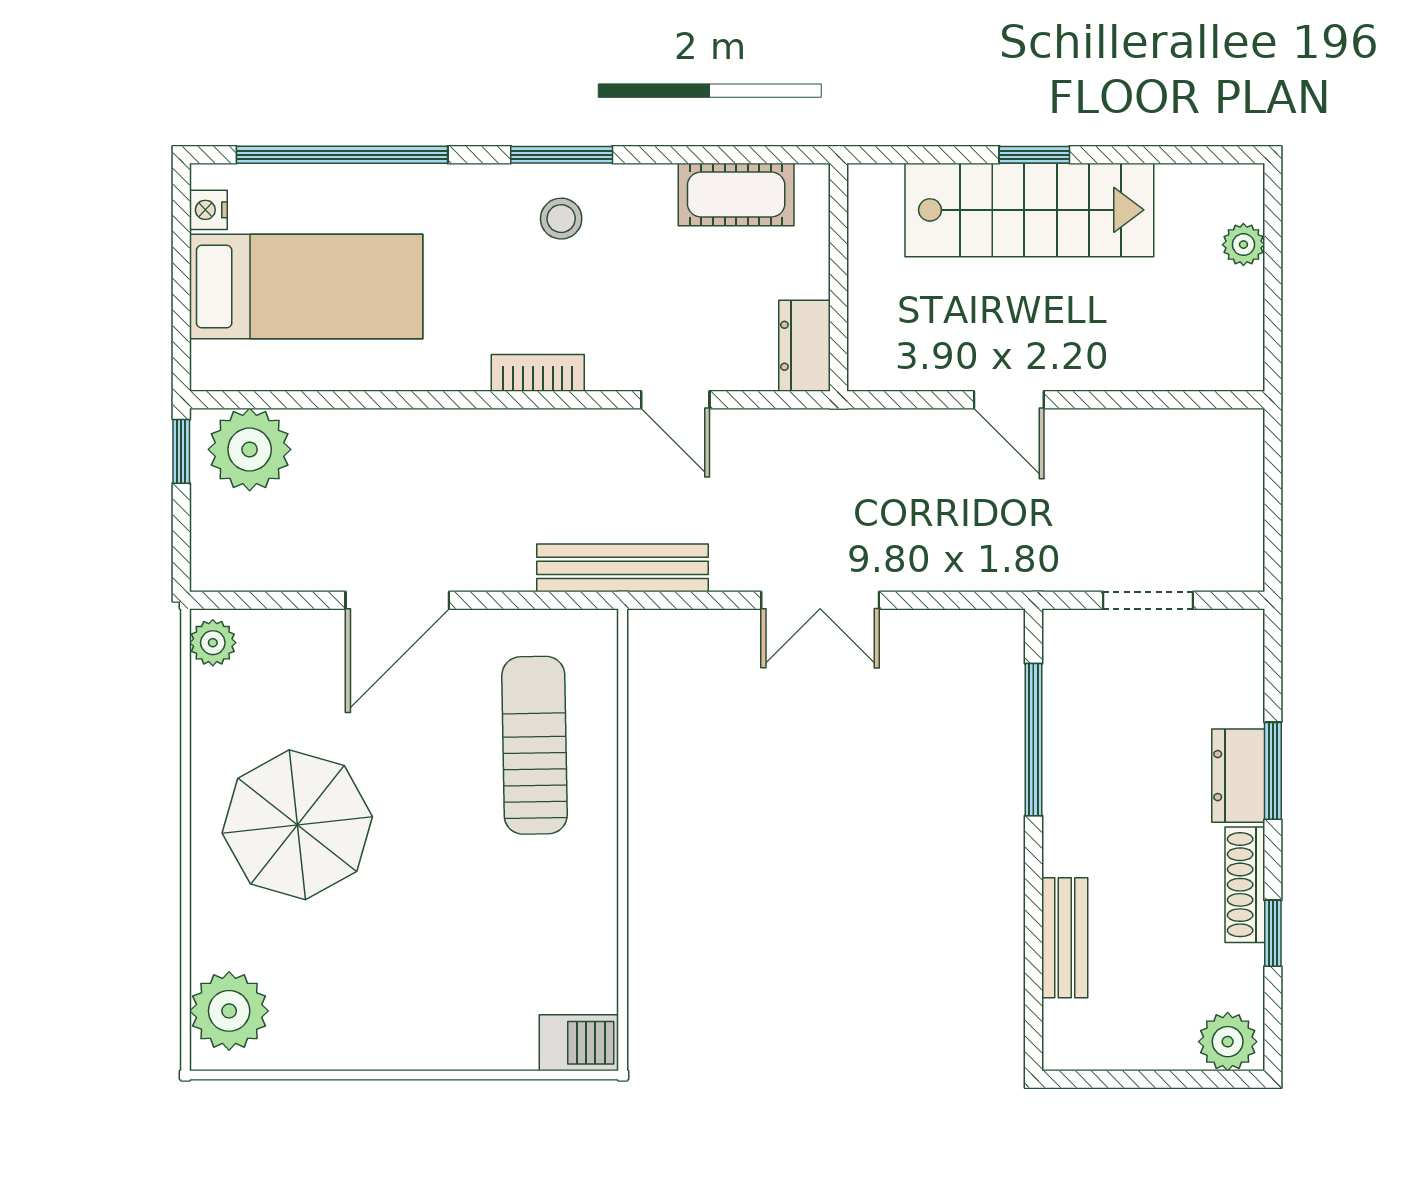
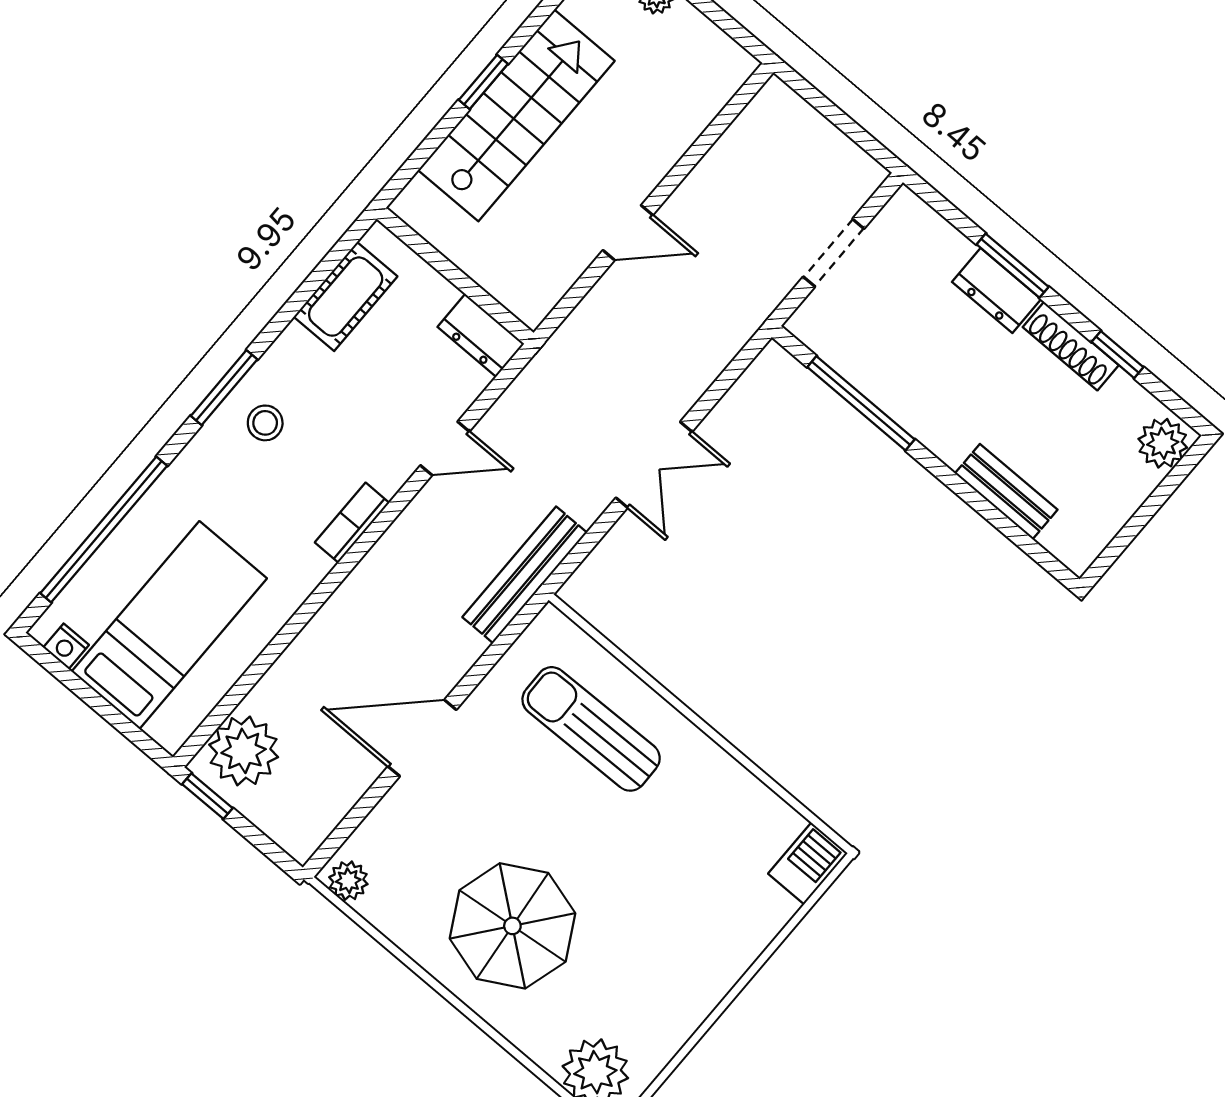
door: (397, 600) -> (422, 738), swing flipped

